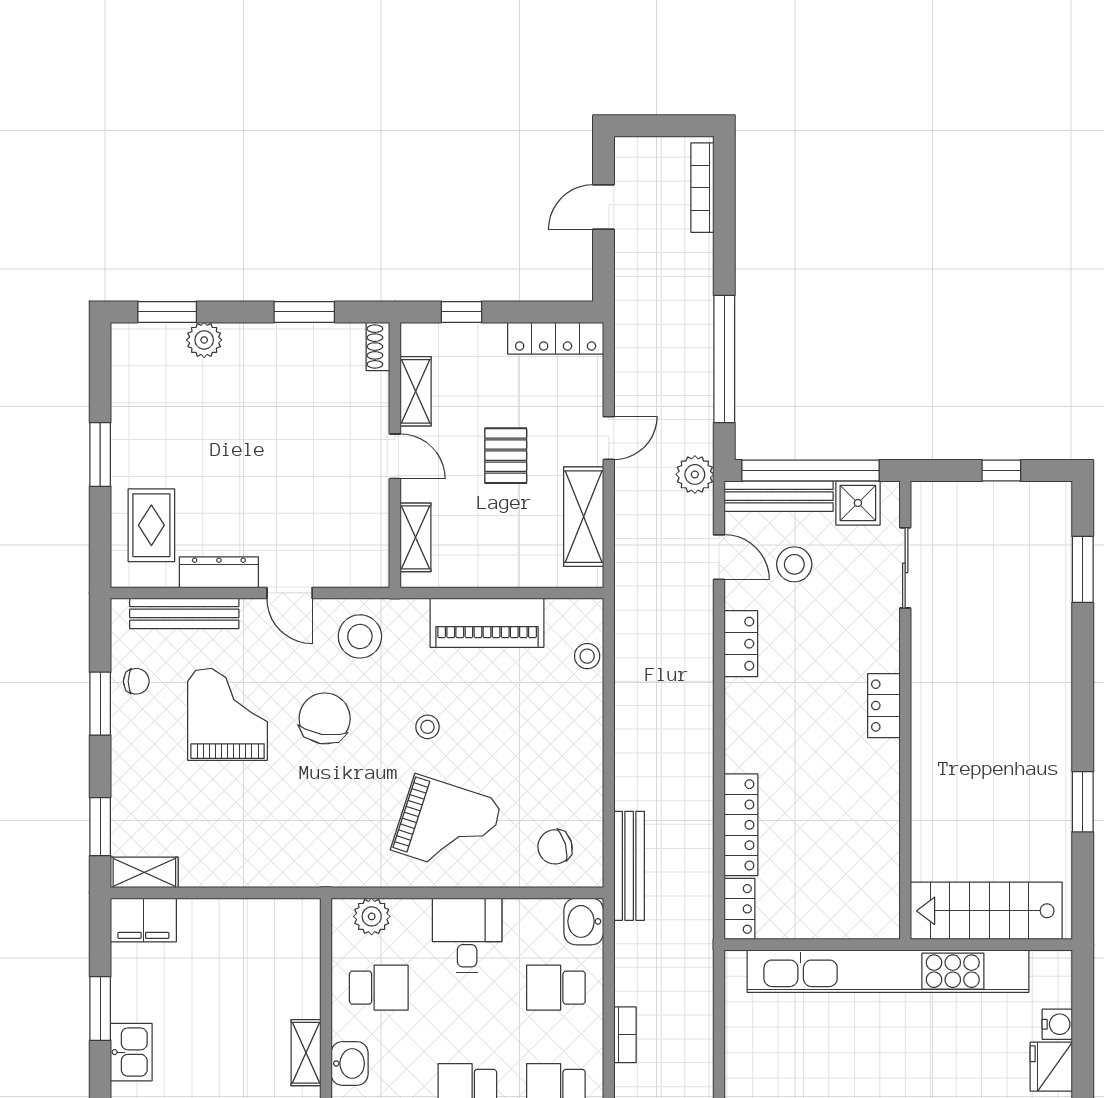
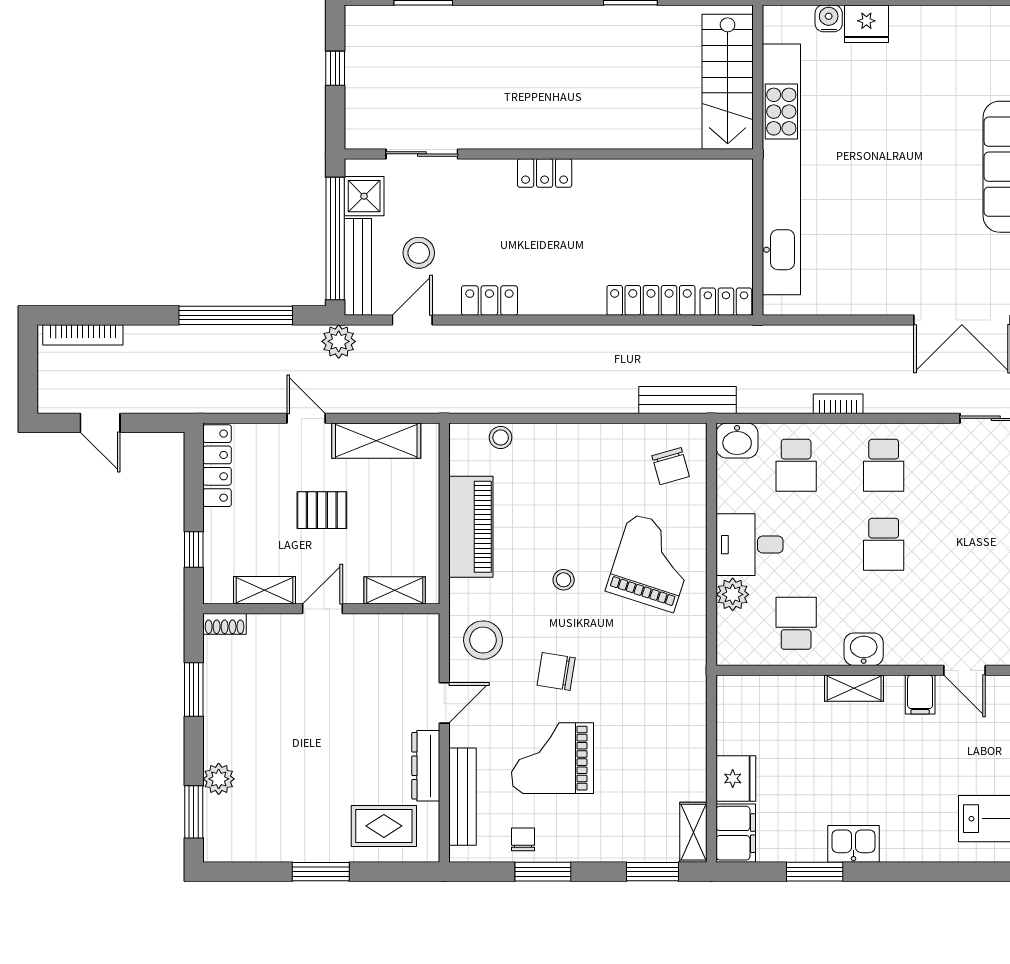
chair: (325, 718) -> (556, 671), width x0.73, depth x0.73
plant: (372, 916) -> (733, 594), moved
fridge: (205, 920) -> (736, 778), added

